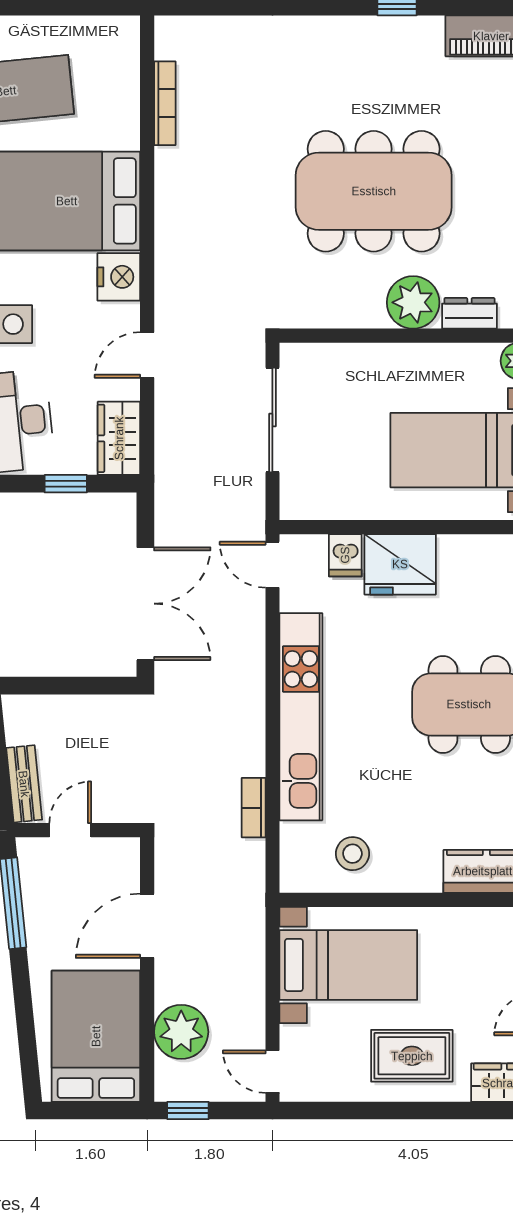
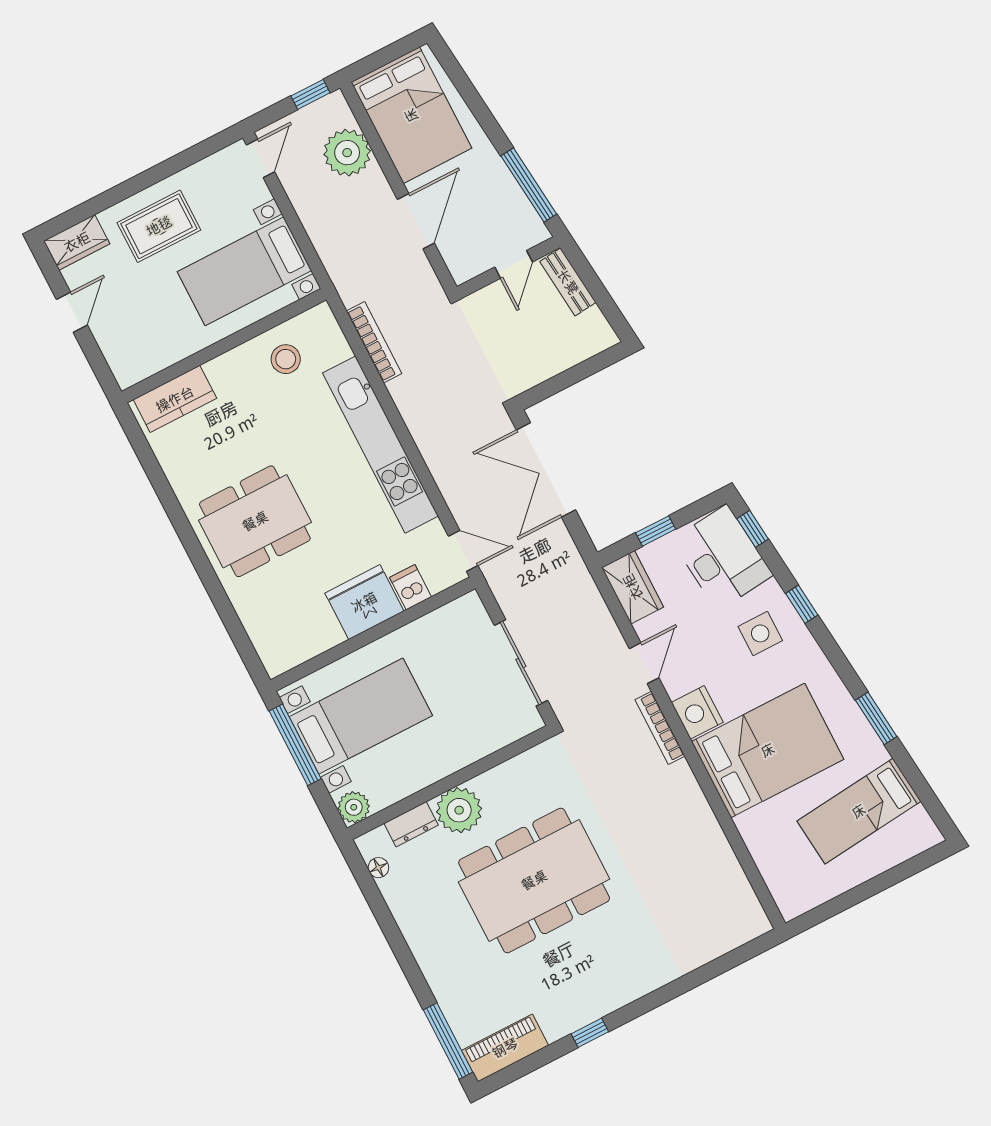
bookcase: (165, 103) -> (660, 728), moved
bookcase: (254, 808) -> (374, 342), width x1.56
door: (272, 1072) -> (261, 158), hinge flipped

